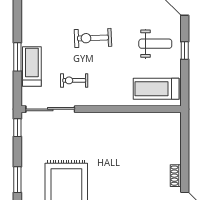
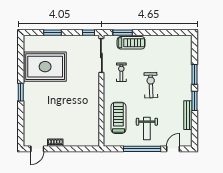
window: (185, 50) -> (142, 149), width x3.17
window: (17, 57) -> (123, 33), moved
treadmill: (156, 89) -> (118, 118), moved

